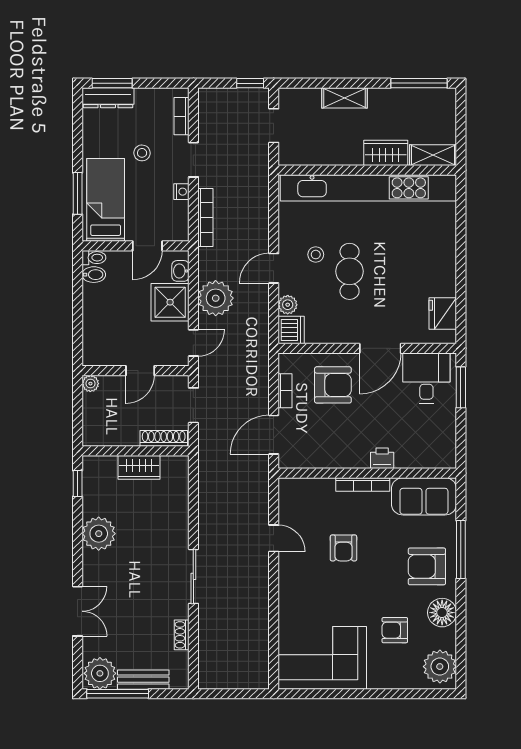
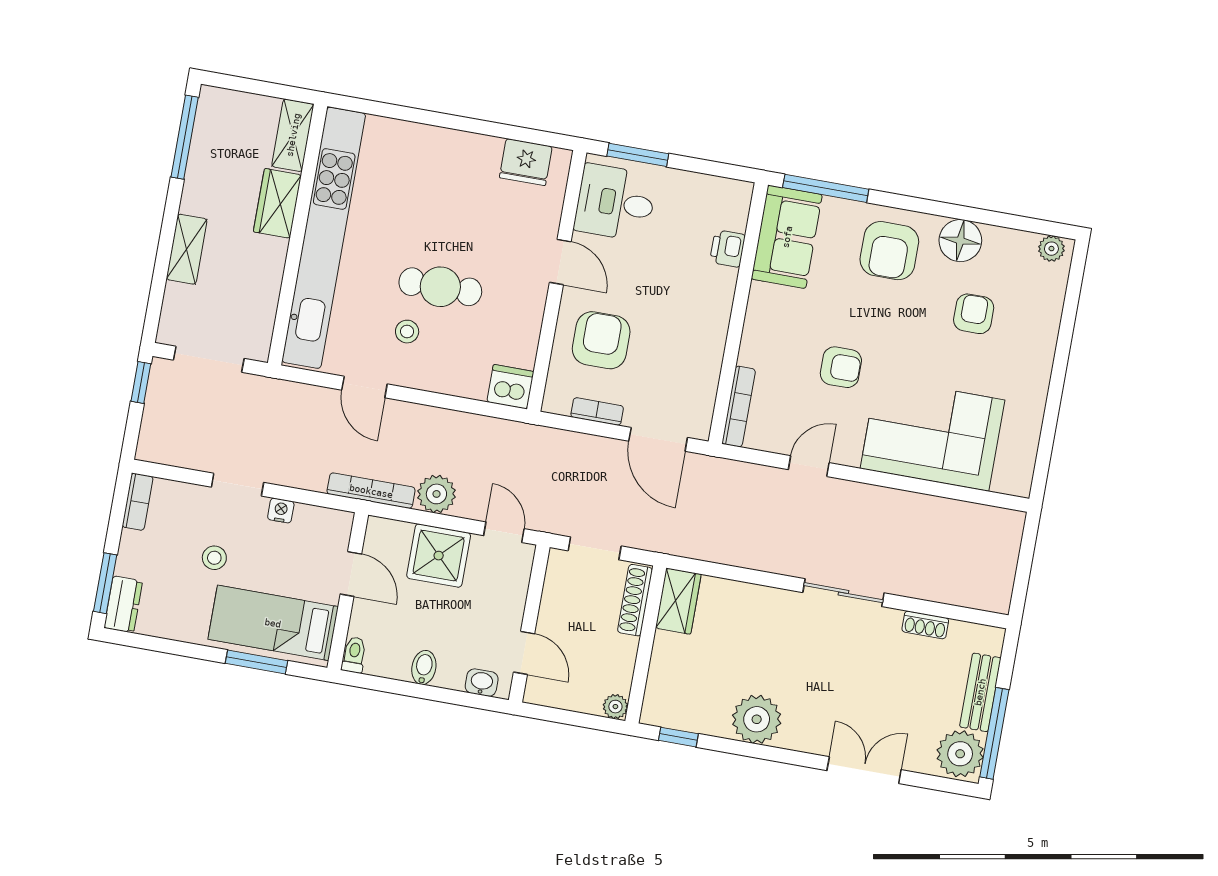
dresser: (108, 98) -> (123, 604), width x0.70
bookcase: (181, 116) -> (138, 502), moved, turned -90
doorway: (274, 126) -> (209, 359), width x1.38
bookcase: (205, 218) -> (371, 491), moved
door: (274, 268) -> (364, 387), moved
washbasin: (180, 271) -> (482, 683), moved, turned 180
bidet: (94, 275) -> (424, 667), moved
plant: (216, 298) -> (436, 494), width x0.73, depth x0.73
plant: (288, 305) -> (473, 385), removed
door: (380, 348) -> (560, 262), width x0.73
door: (140, 371) -> (524, 653), moved
plant: (90, 384) -> (615, 707), moved
printer: (382, 458) -> (727, 249), moved
wardrobe: (139, 467) -> (678, 601), moved
bookcase: (363, 485) -> (739, 407), moved
window: (461, 550) -> (826, 188), moved
armchair: (395, 630) -> (974, 314), turned 180
corner sofa: (322, 658) -> (933, 434), moved, turned 90
plant: (440, 667) -> (1051, 249), width x0.53, depth x0.53

